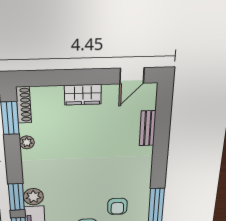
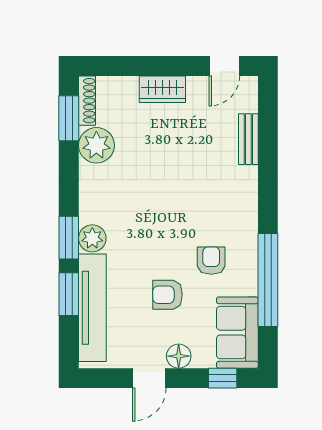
plant: (27, 142) -> (96, 145), width x1.88, depth x1.88
armchair: (117, 206) -> (211, 261), turned 180

